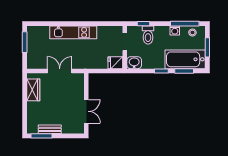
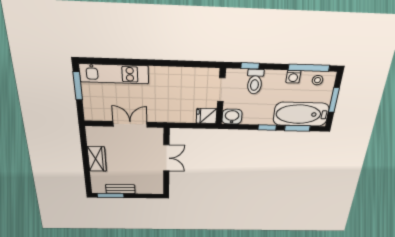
kitchen unit: (73, 32) -> (114, 74), moved
wardrobe: (33, 90) -> (97, 159), moved
double door: (86, 111) -> (166, 158), moved

